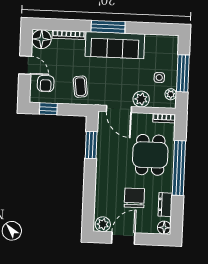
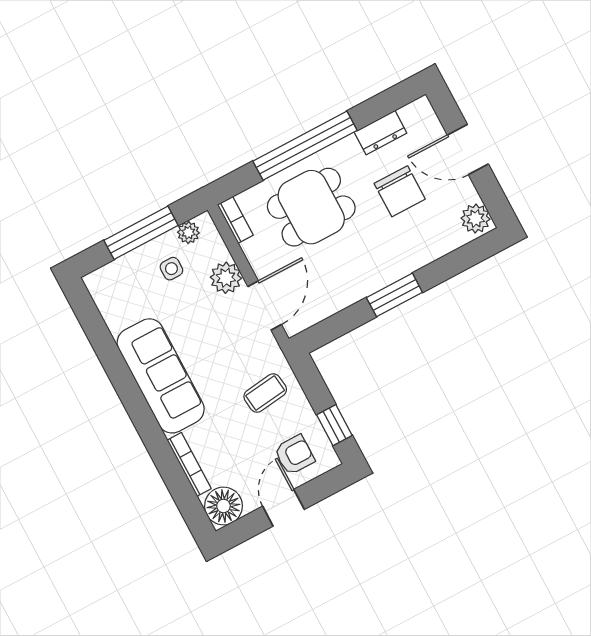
window: (108, 27) -> (136, 405), removed
window: (91, 145) -> (394, 295), moved
chair: (134, 198) -> (400, 191), turned -90
floor lamp: (164, 228) -> (420, 111), removed
door: (123, 238) -> (468, 150), moved

